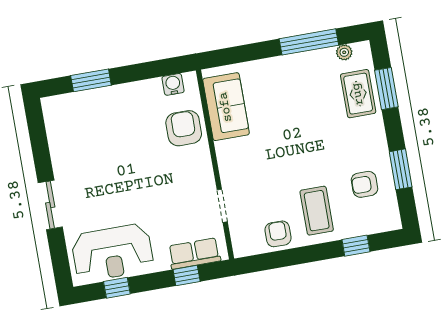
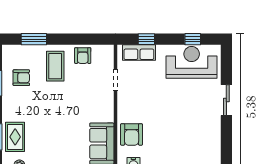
window: (356, 246) -> (34, 39), width x1.50

